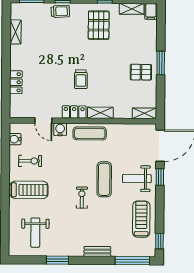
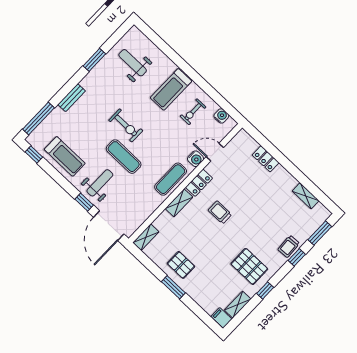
pallet: (141, 72) -> (181, 265), turned 90
exercise bike: (82, 198) -> (126, 125), width x1.38, depth x1.39

